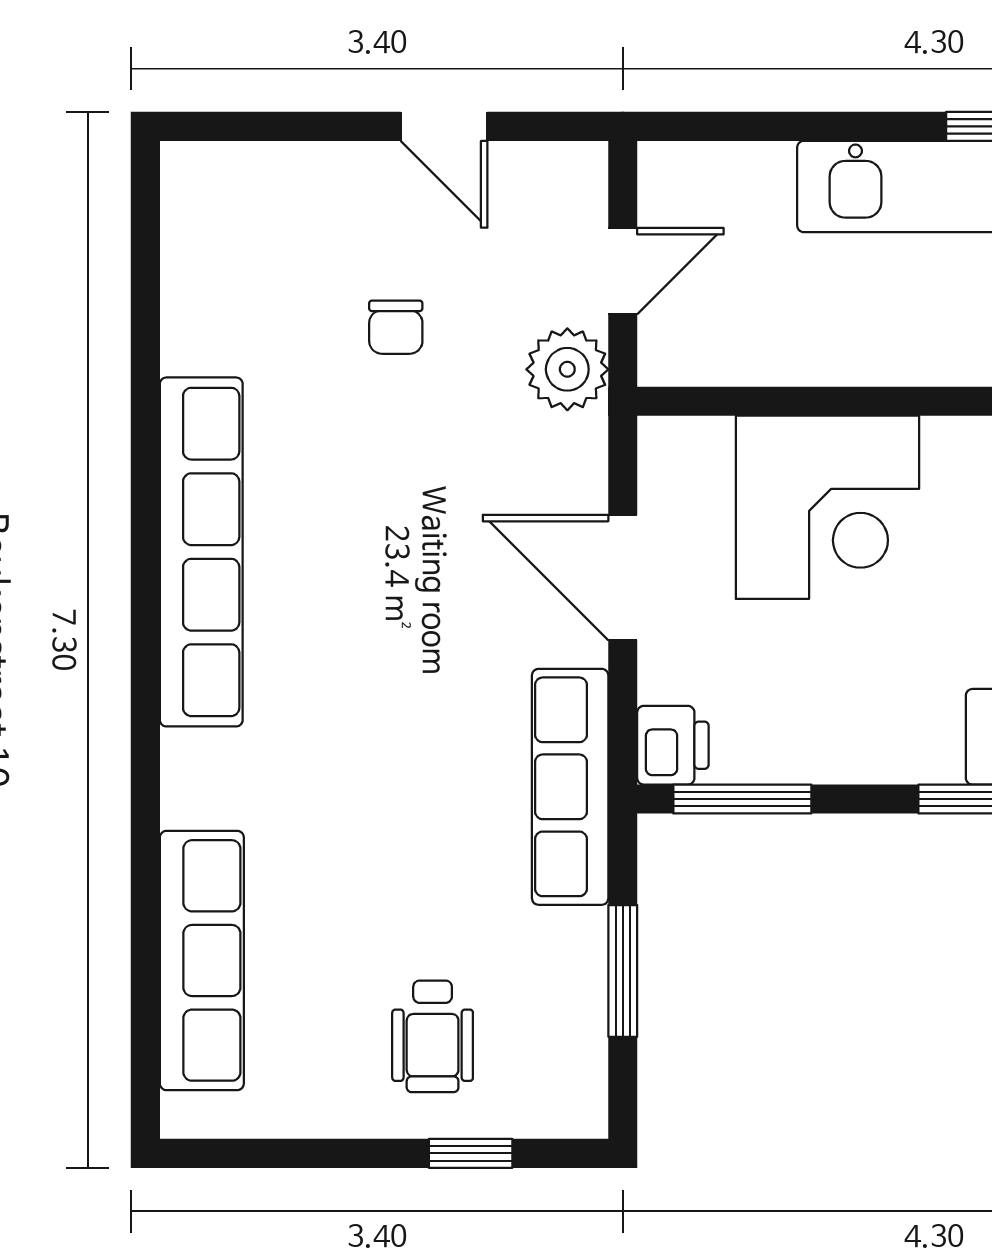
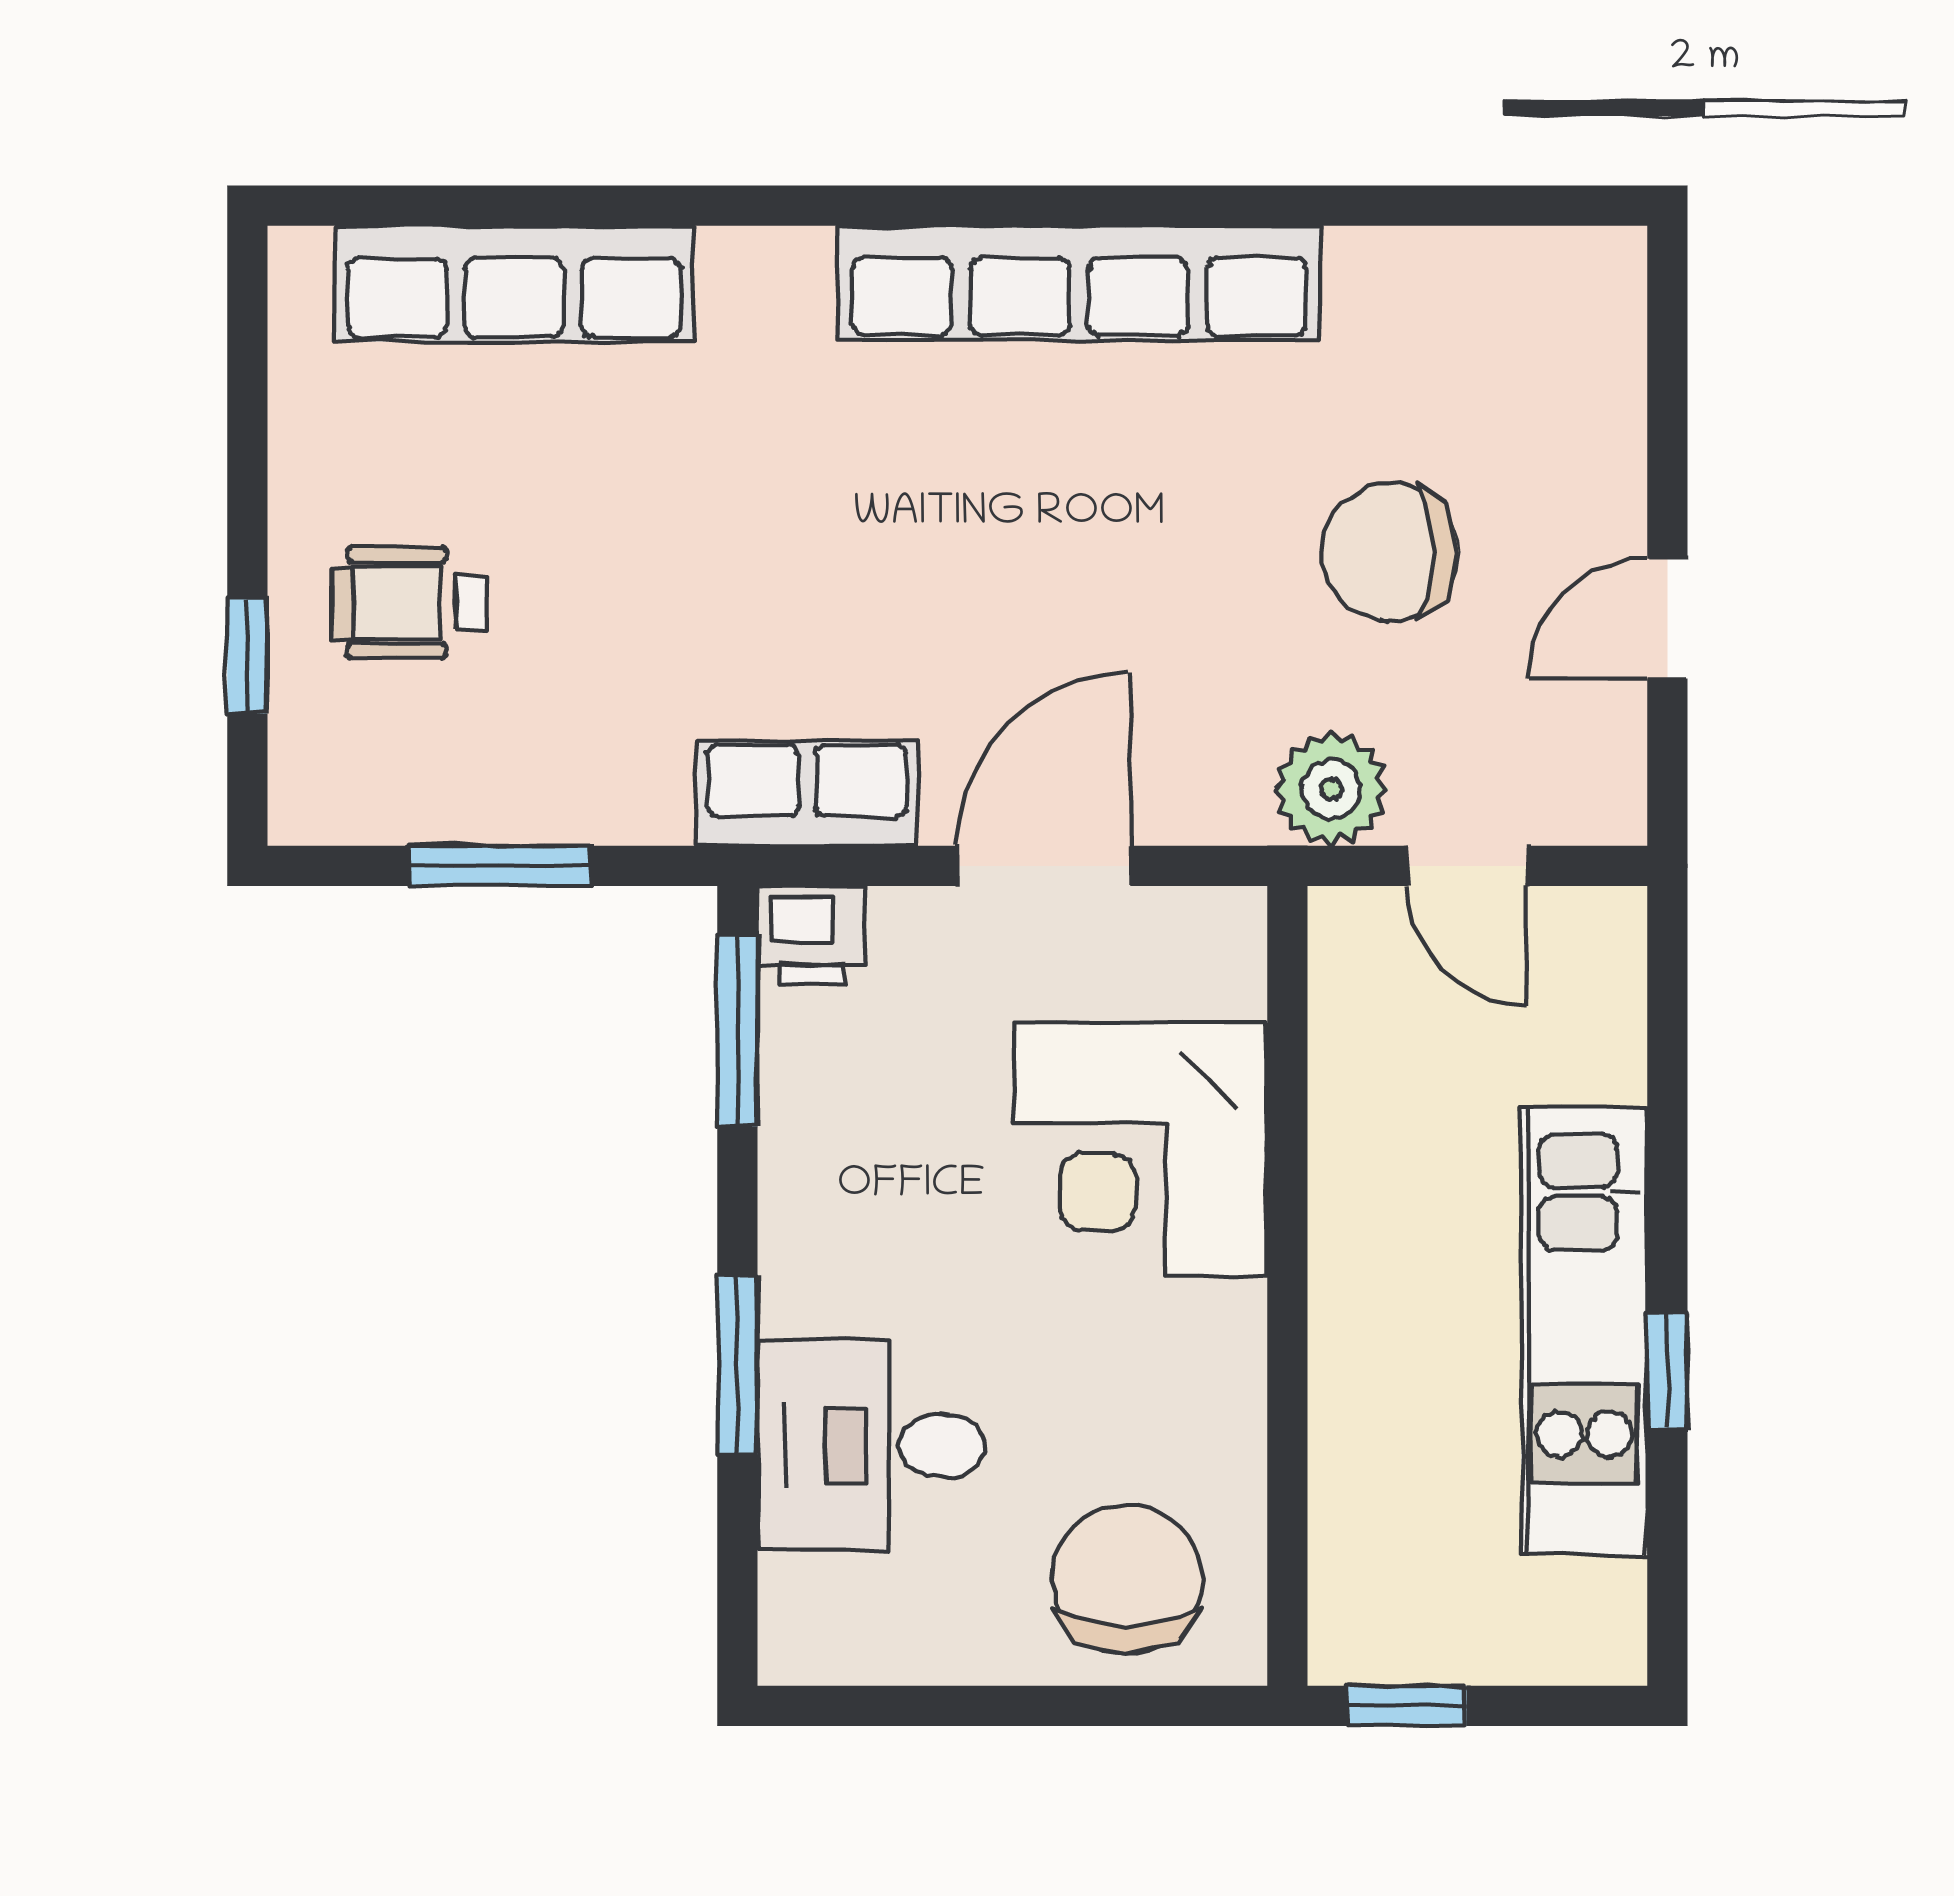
chair: (396, 327) -> (1390, 552), width x1.87, depth x1.87
row of seats: (570, 787) -> (807, 793), width x0.68

